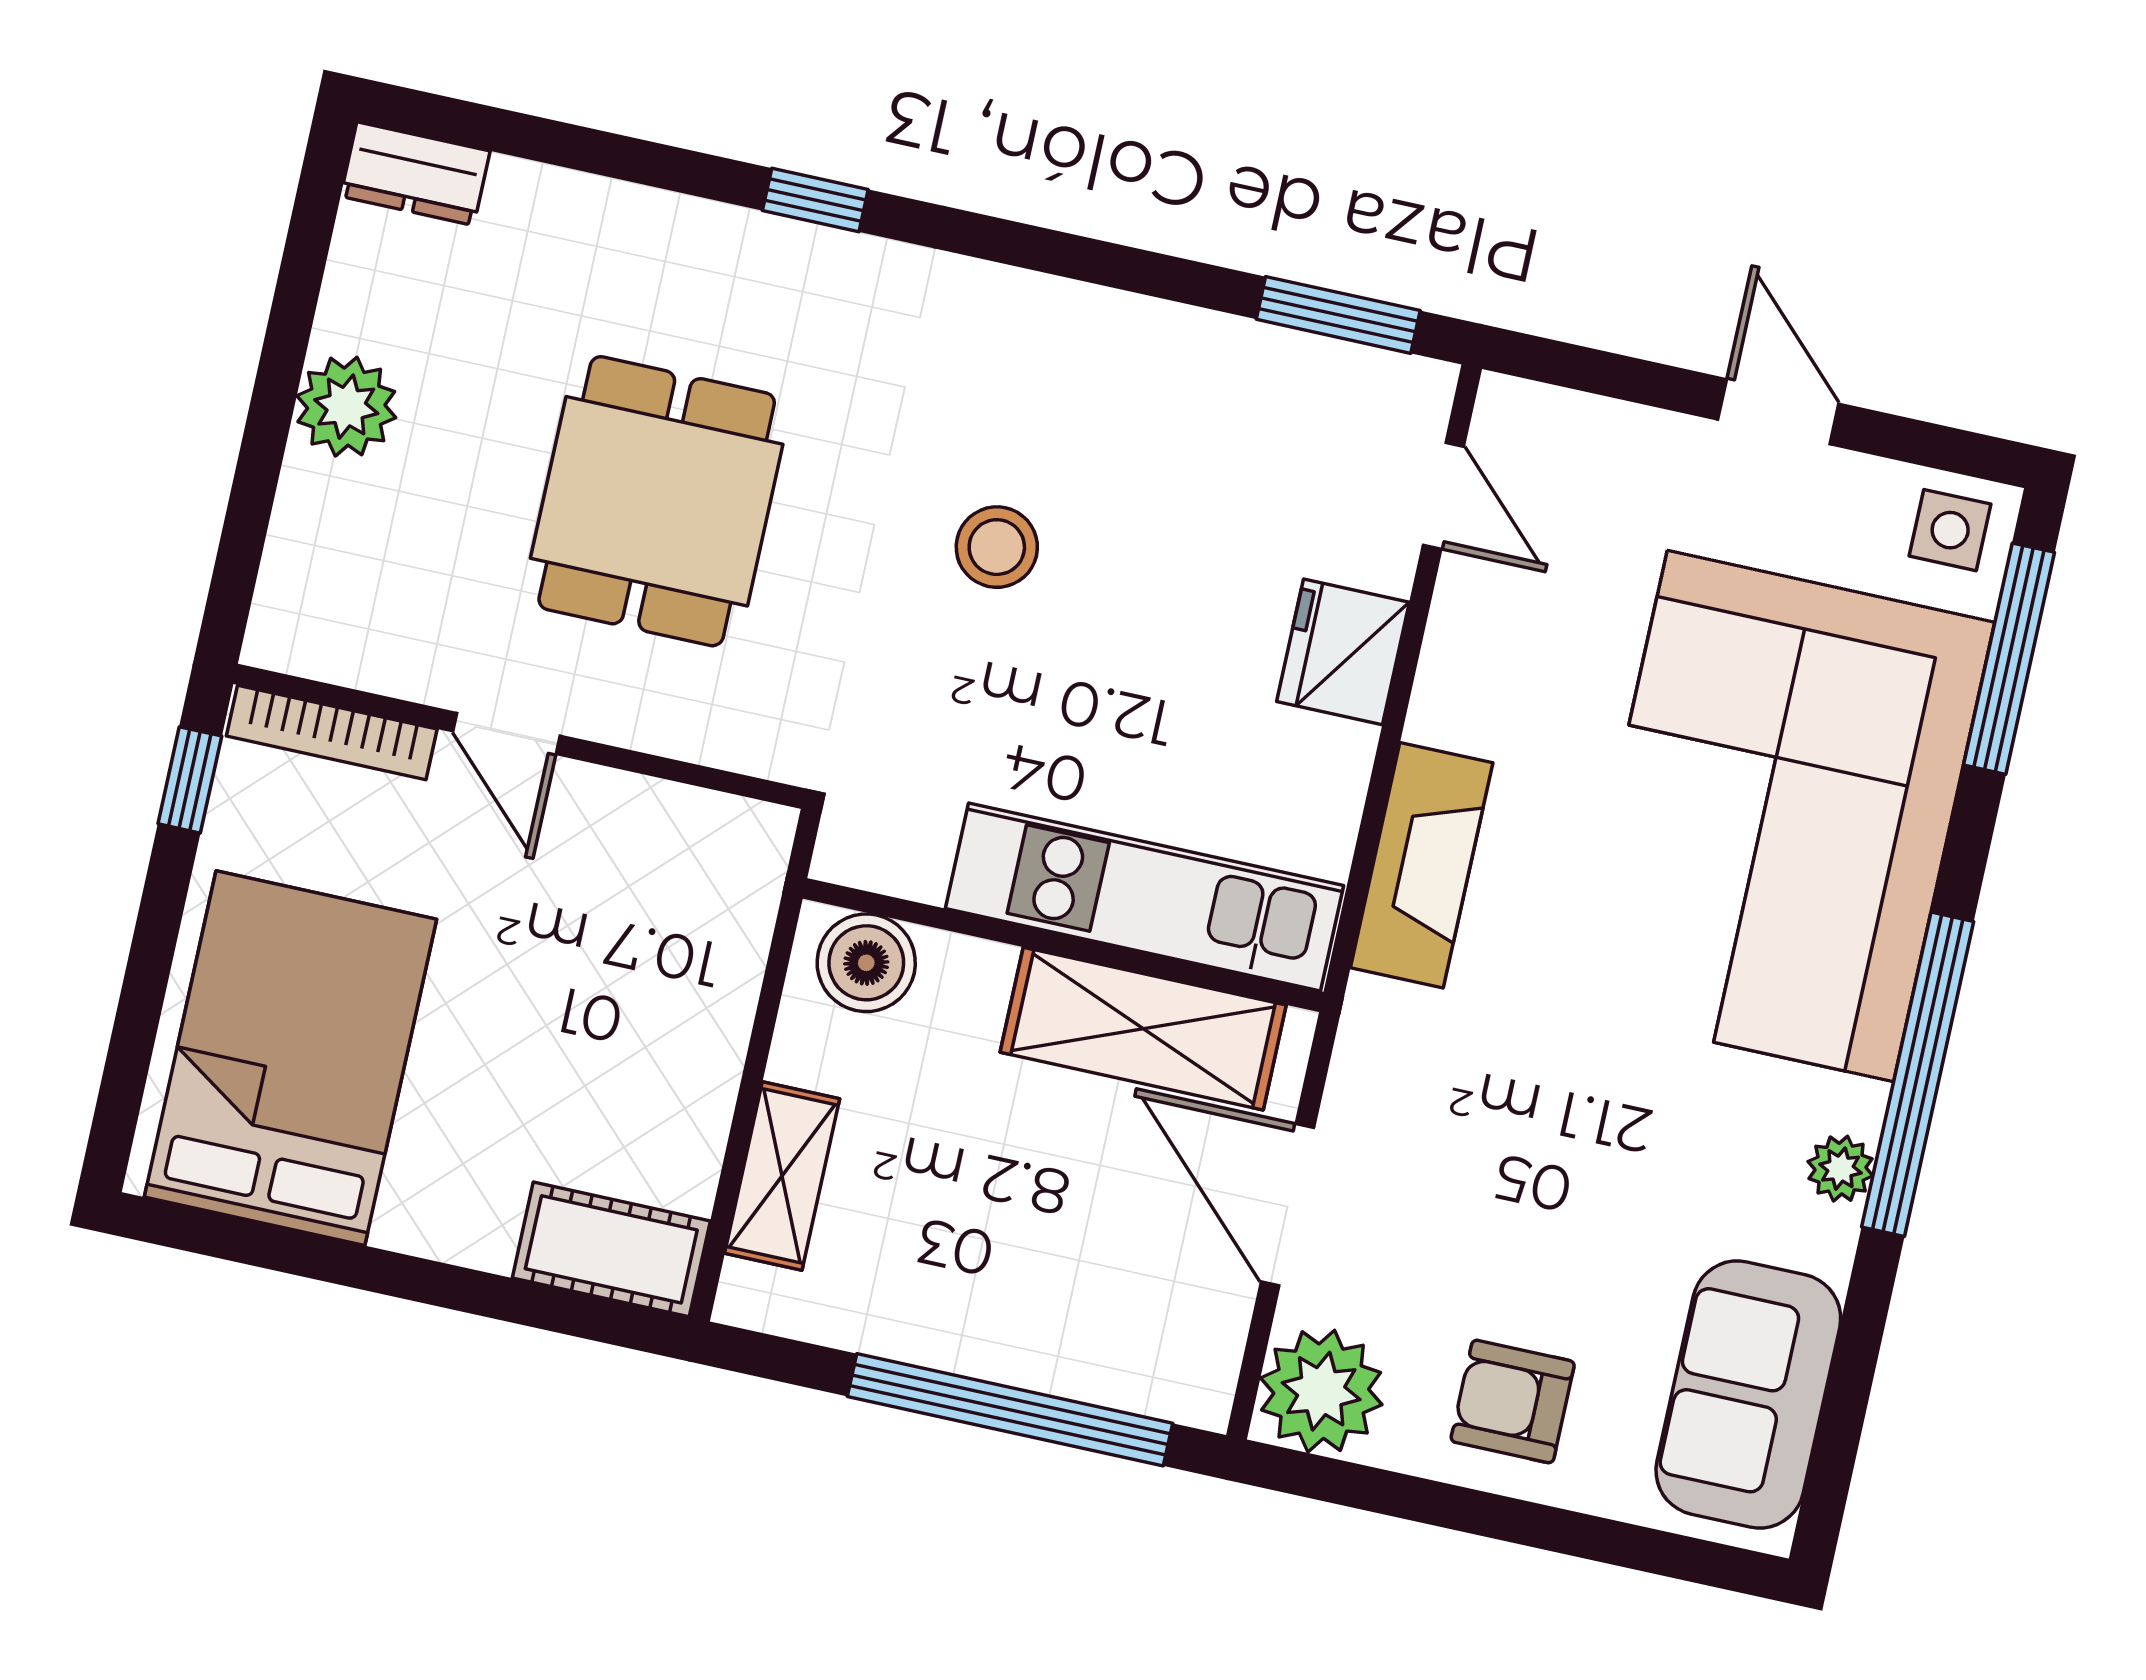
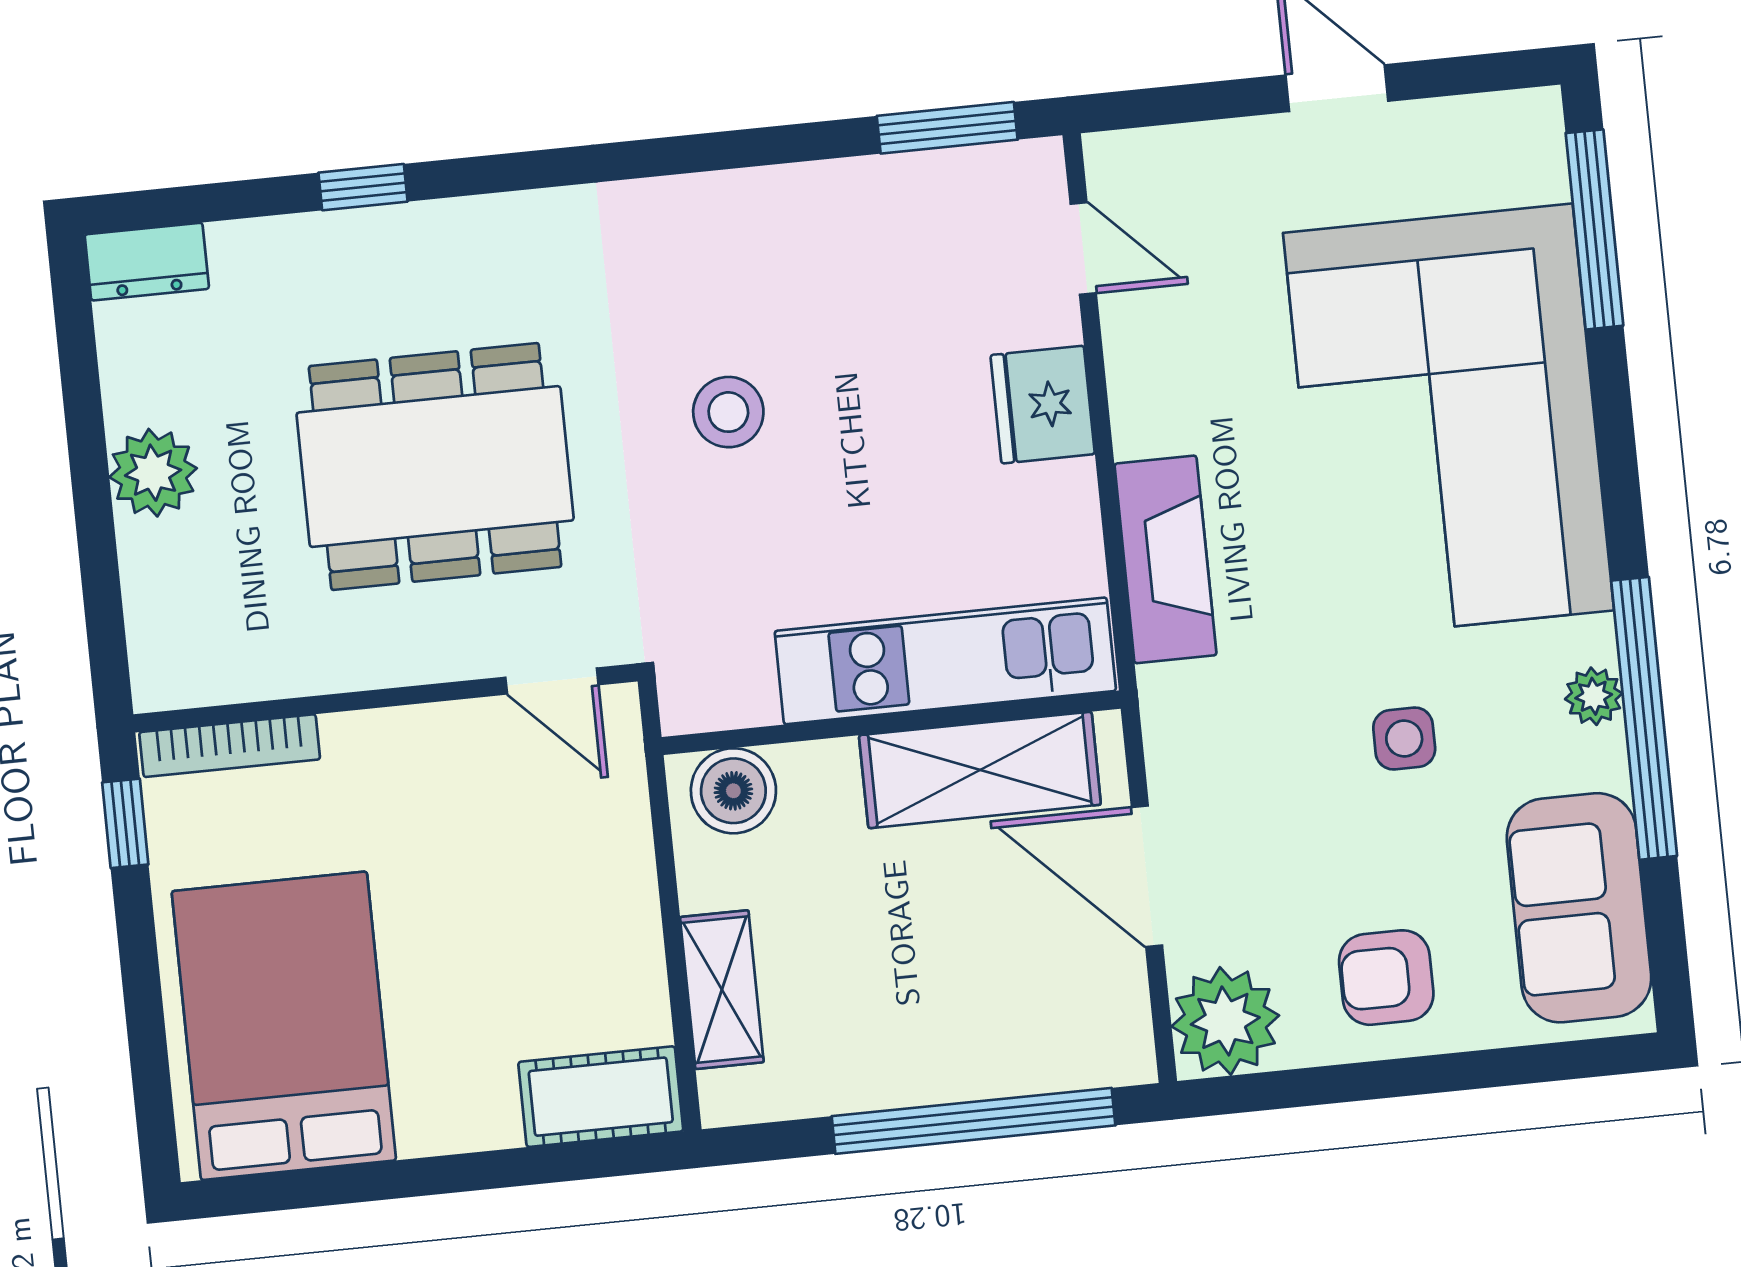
window: (815, 200) -> (363, 187), moved
dining table: (657, 501) -> (435, 467), width x1.38
side table: (1950, 530) -> (1404, 739), moved
door: (506, 733) -> (552, 681), moved
window: (1918, 1074) -> (1644, 718), moved

